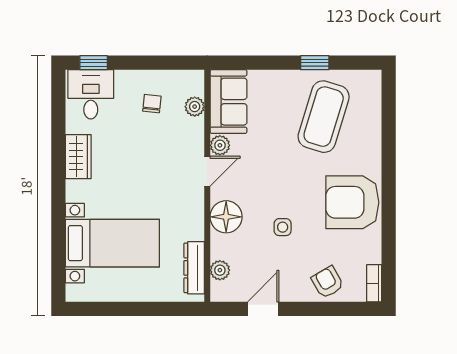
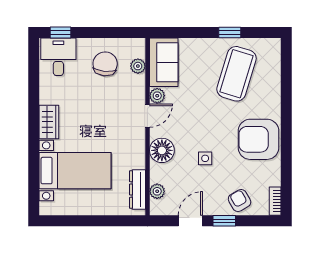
chair: (152, 104) -> (105, 64), width x1.87, depth x1.87
wardrobe: (78, 157) -> (49, 122), moved
window: (308, 309) -> (224, 221), added

